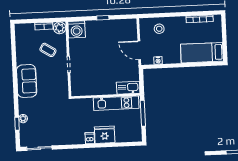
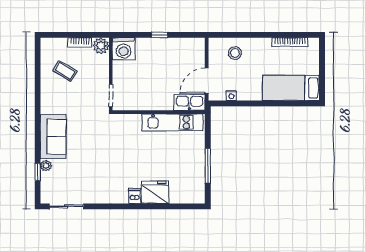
coffee table: (48, 50) -> (65, 71), moved
door: (139, 50) -> (207, 81), hinge flipped
sofa: (27, 81) -> (53, 137), moved
kitchen sink: (128, 88) -> (190, 102), moved
wall: (106, 96) -> (159, 112), moved
kitchen unit: (116, 103) -> (172, 122), moved

